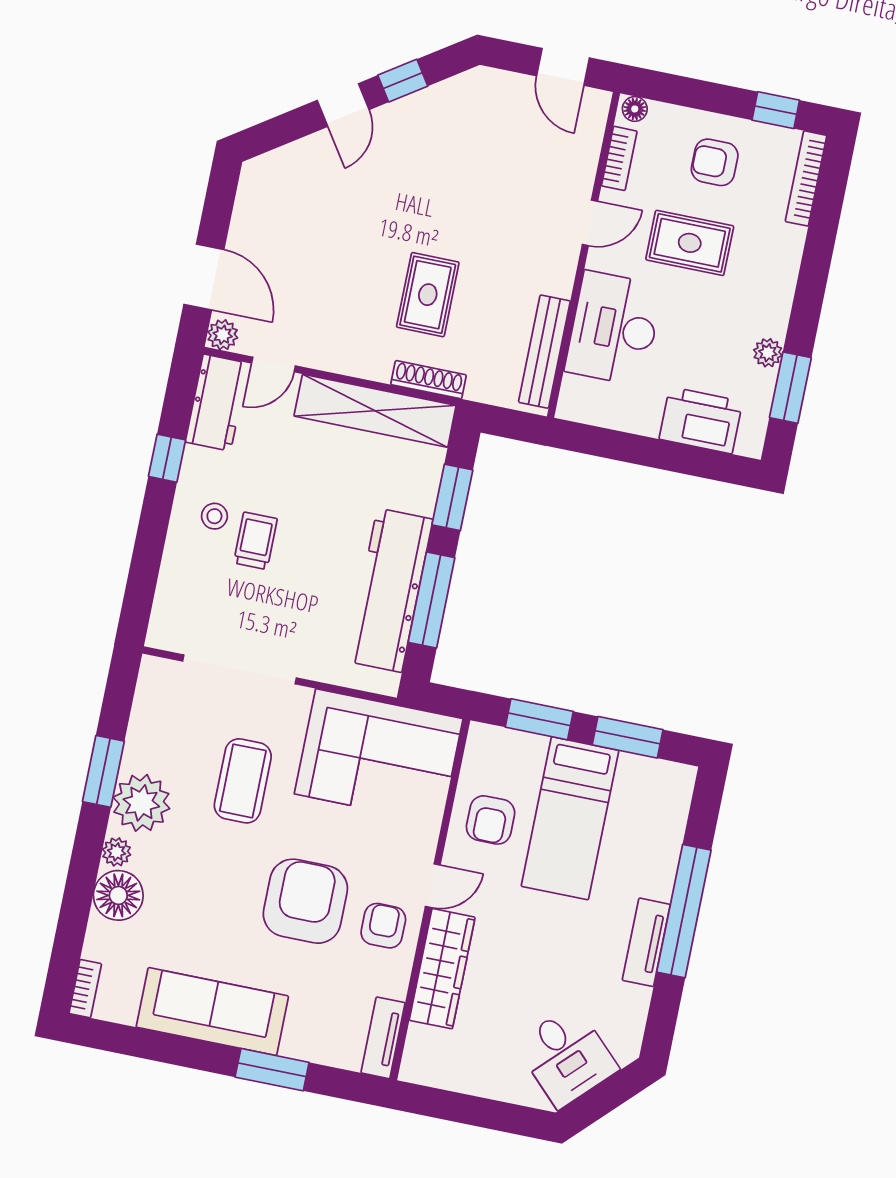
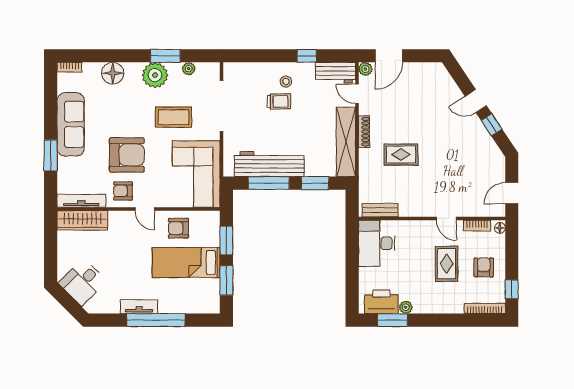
desk: (614, 328) -> (377, 243), moved, turned -90
bench: (544, 352) -> (380, 210), width x0.73
shoe rack: (429, 380) -> (364, 132), moved
printer: (701, 420) -> (381, 302), moved, turned -90
plant: (117, 852) -> (189, 69), moved
armchair: (383, 926) -> (123, 191), turned 180
wardrobe: (442, 969) -> (82, 220), moved
tv unit: (383, 1038) -> (81, 201), width x1.41

